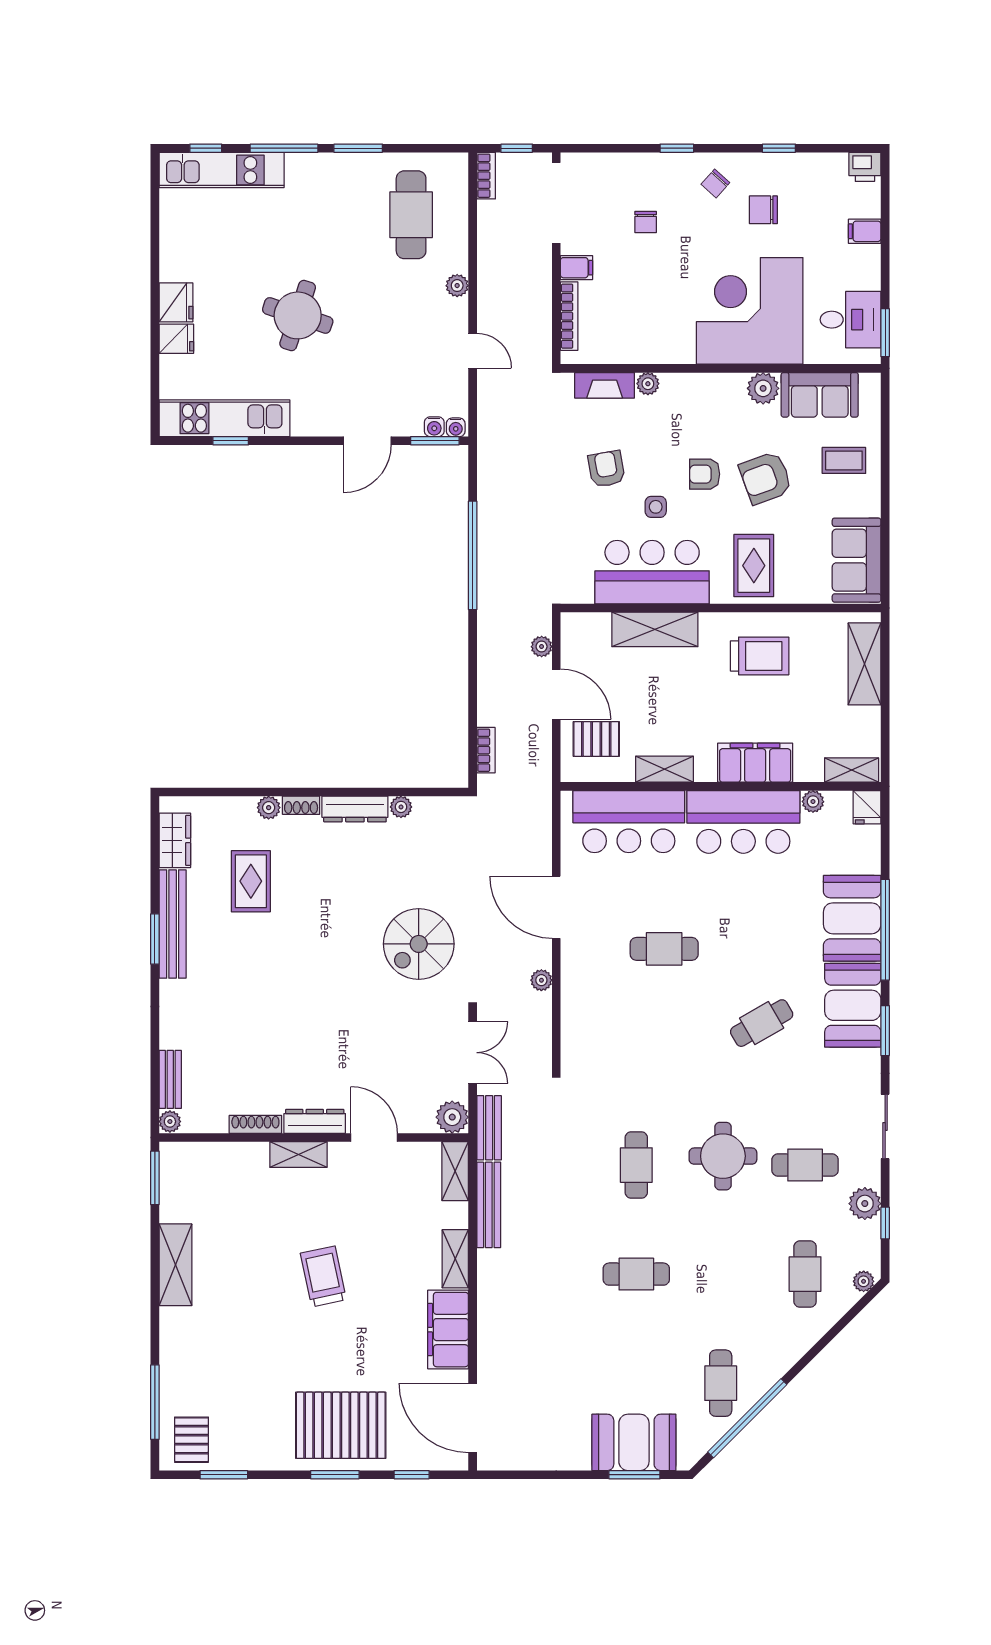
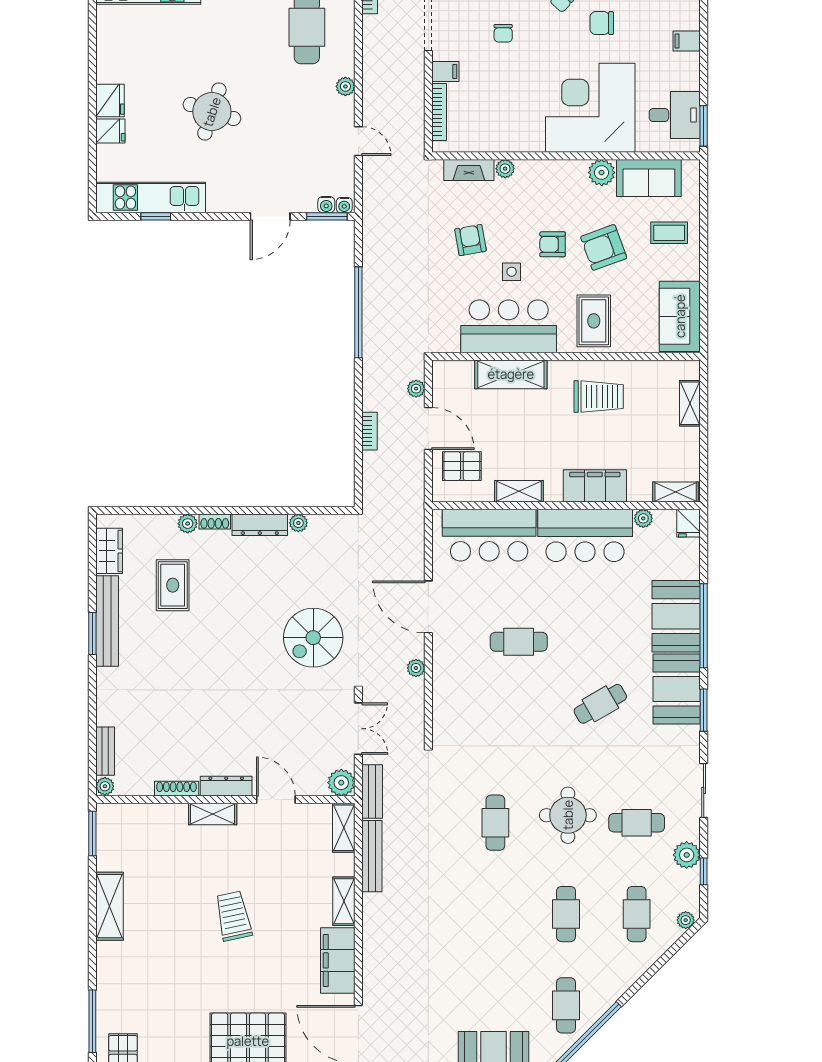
shelving: (864, 664) -> (690, 403), width x0.67, depth x0.75
bookcase: (486, 750) -> (369, 431), moved
cafe table: (636, 1274) -> (566, 914), moved, turned 90

